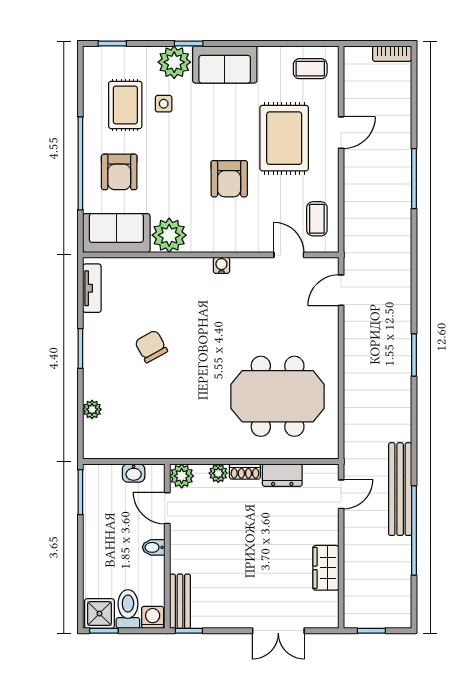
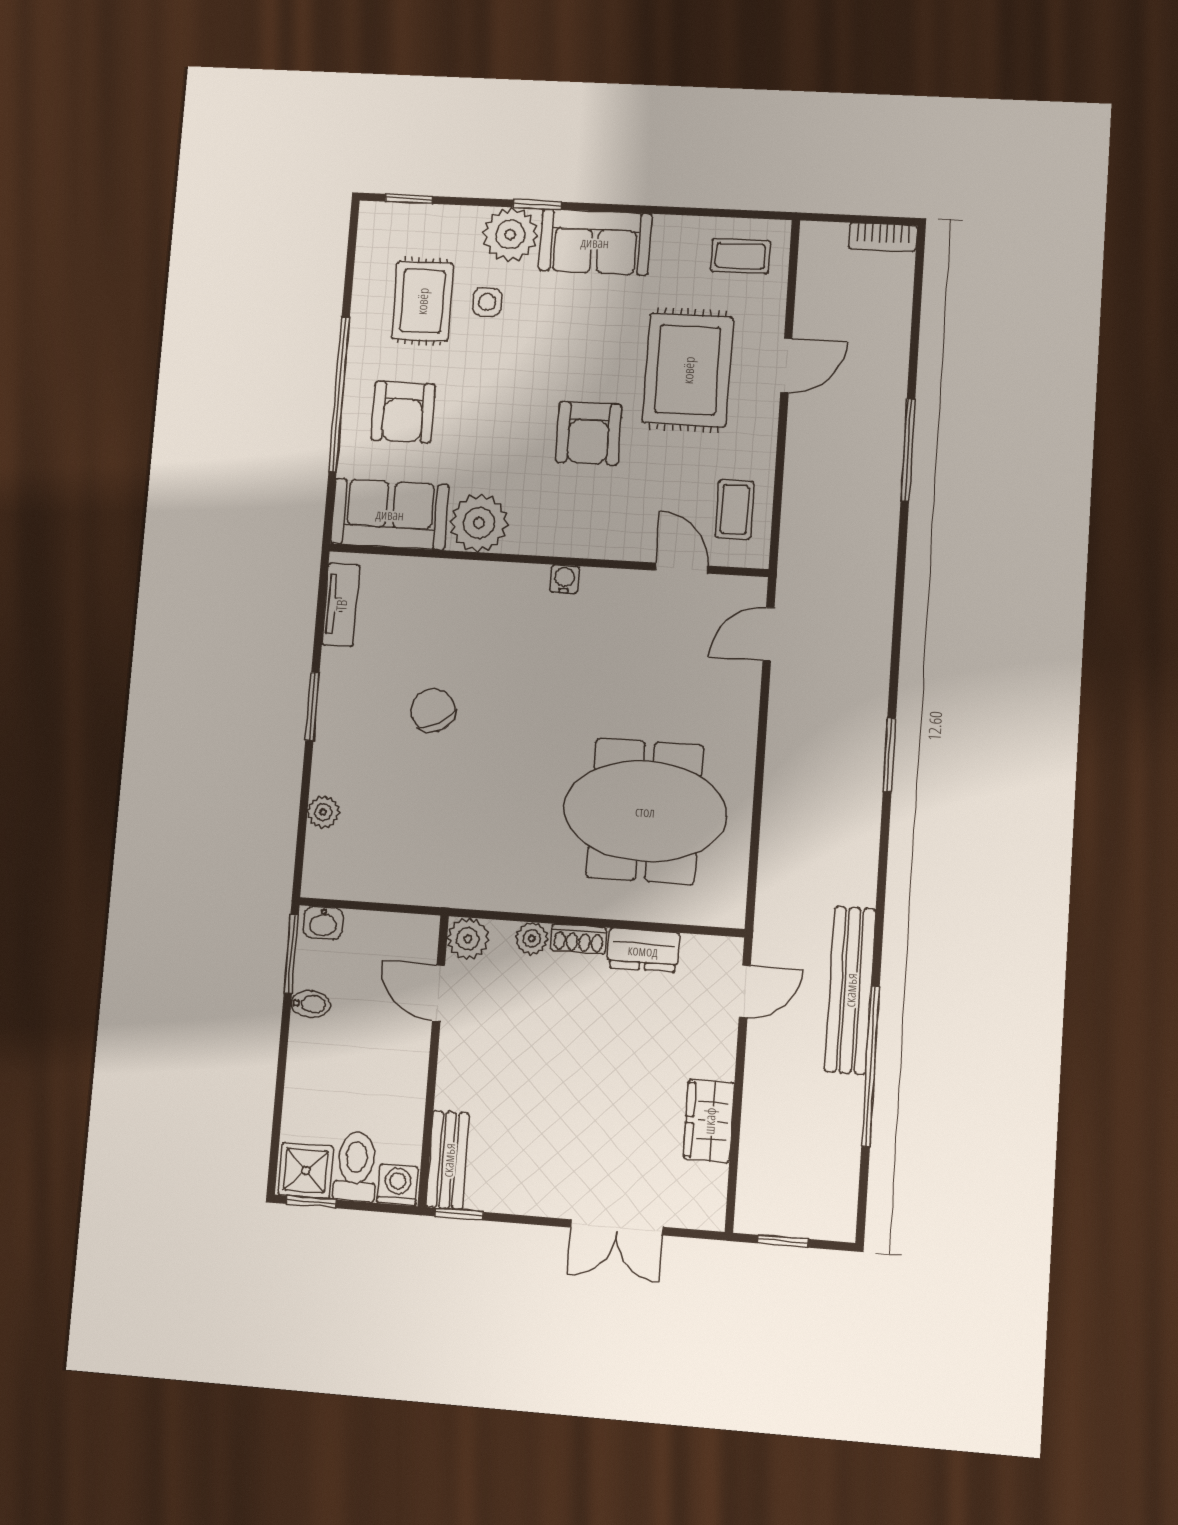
washbasin: (134, 473) -> (323, 923), moved
bidet: (154, 547) -> (310, 1004), moved, turned 180

